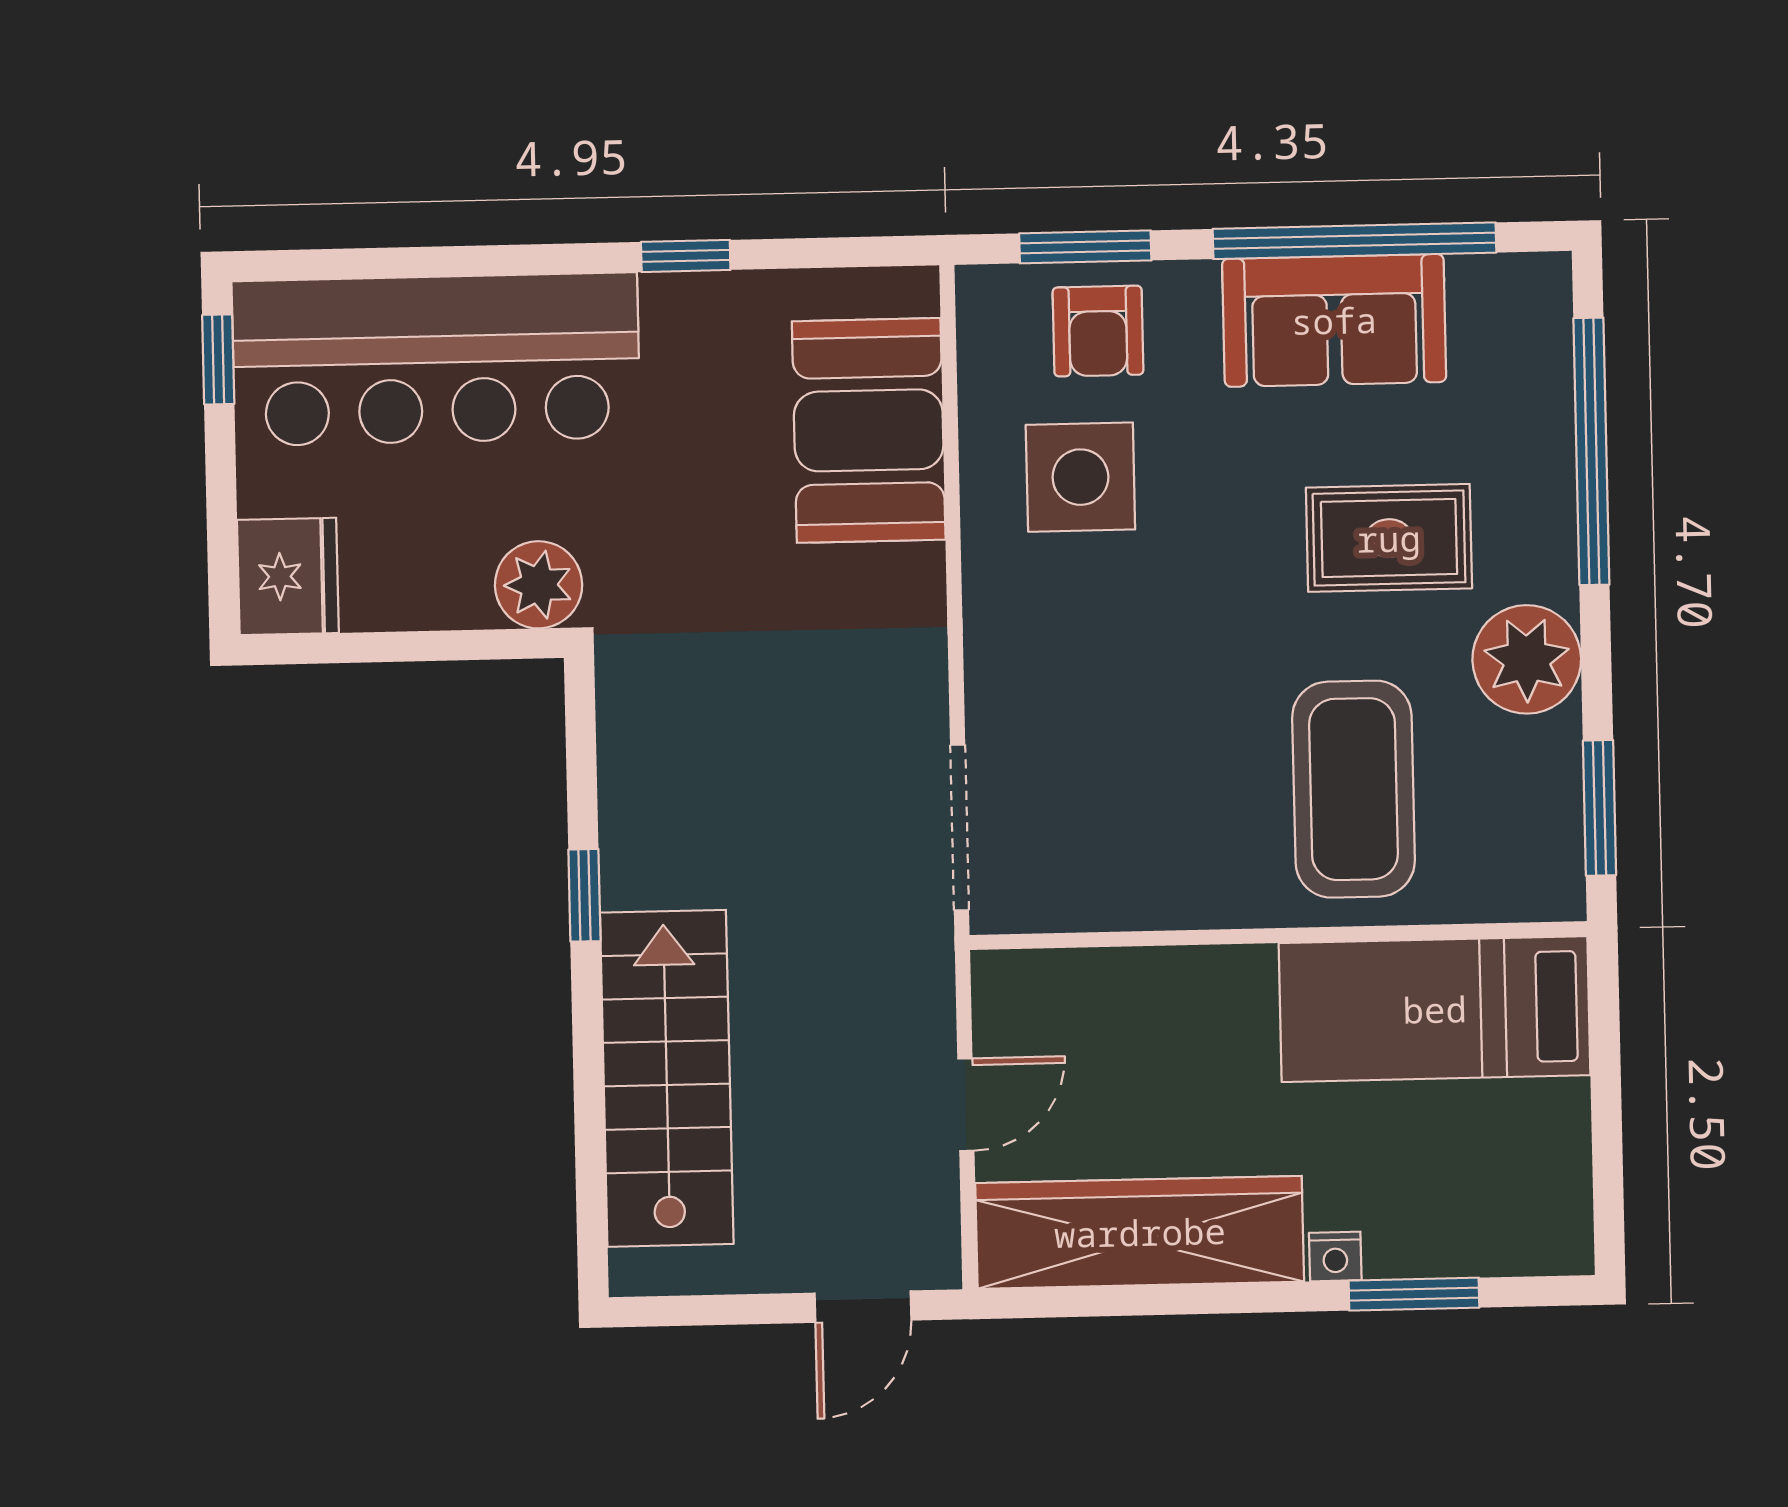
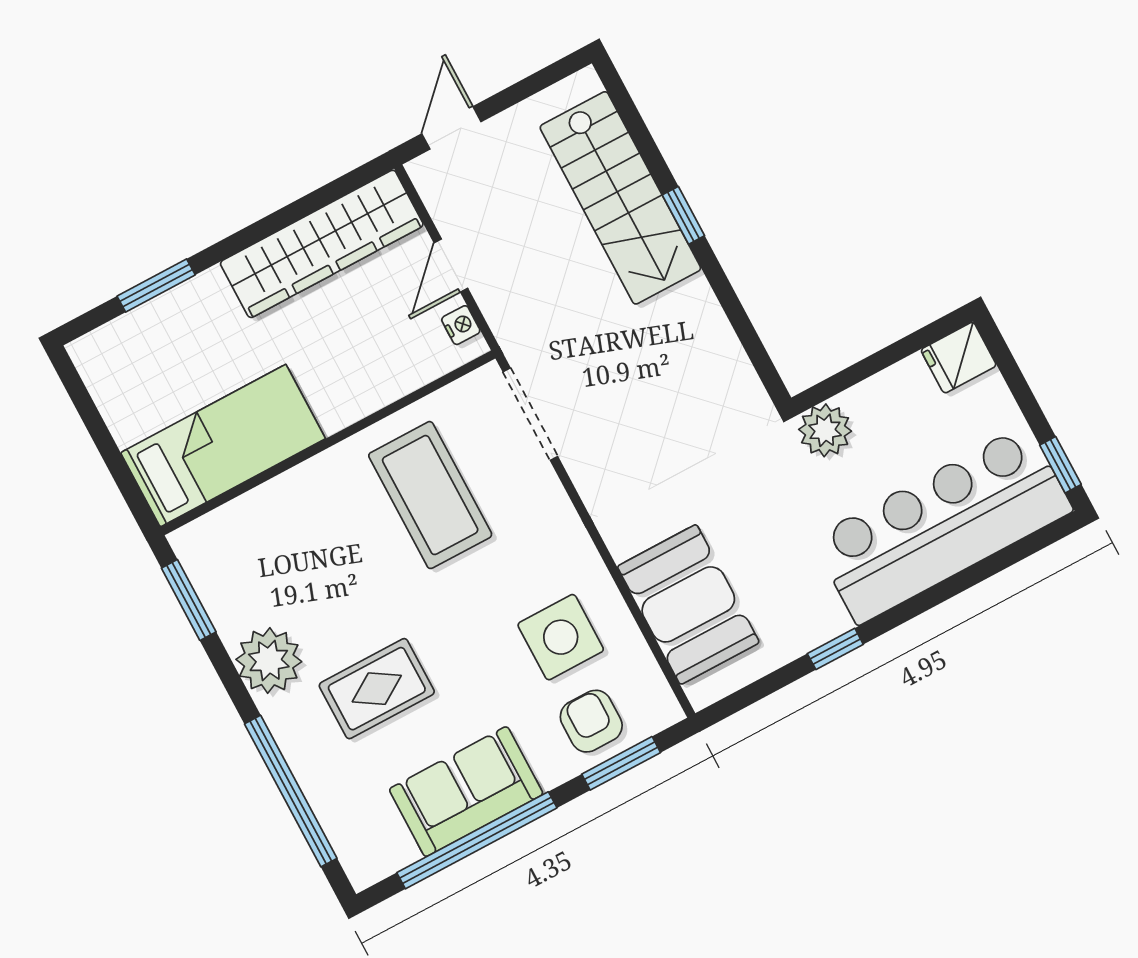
fridge: (288, 576) -> (959, 358), width x0.72
coffee table: (1354, 789) -> (430, 495), moved
window: (584, 895) -> (683, 215), moved
nightstand: (1335, 1256) -> (461, 325), moved, turned 90

